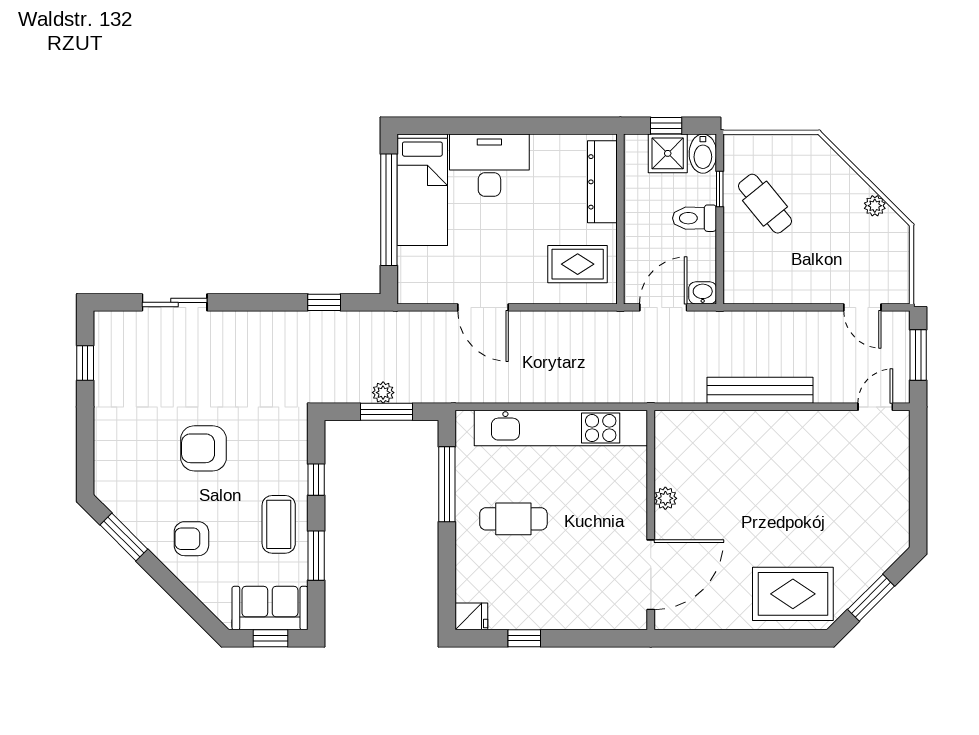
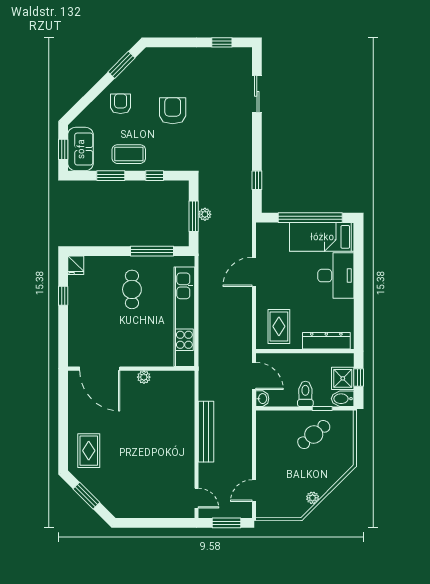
rug: (793, 594) -> (89, 451), width x0.73, depth x0.70

